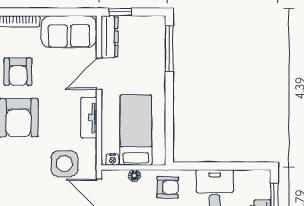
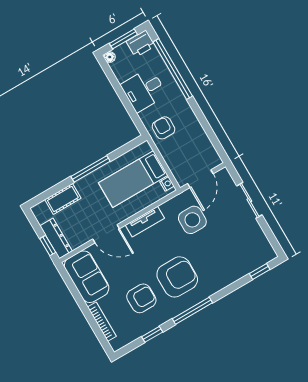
dresser: (109, 37) -> (56, 238), moved, turned 90
window: (169, 49) -> (90, 169), moved
cot: (156, 52) -> (63, 199), added
floor lamp: (134, 176) -> (110, 57), moved

